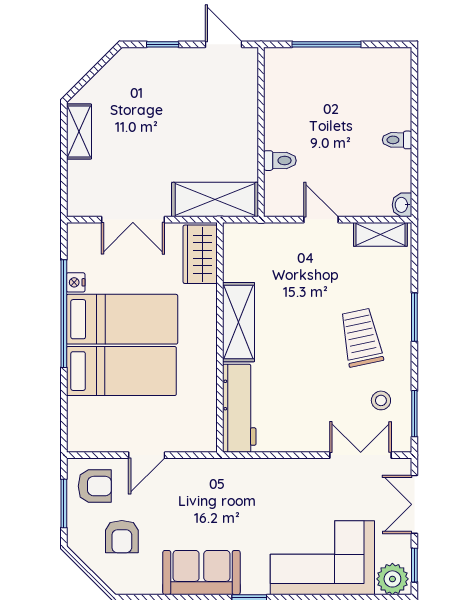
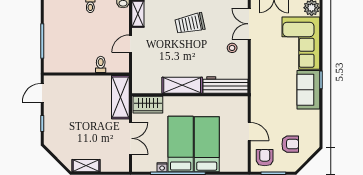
stool: (381, 400) -> (232, 48), moved
sofa: (201, 573) -> (308, 90), moved

